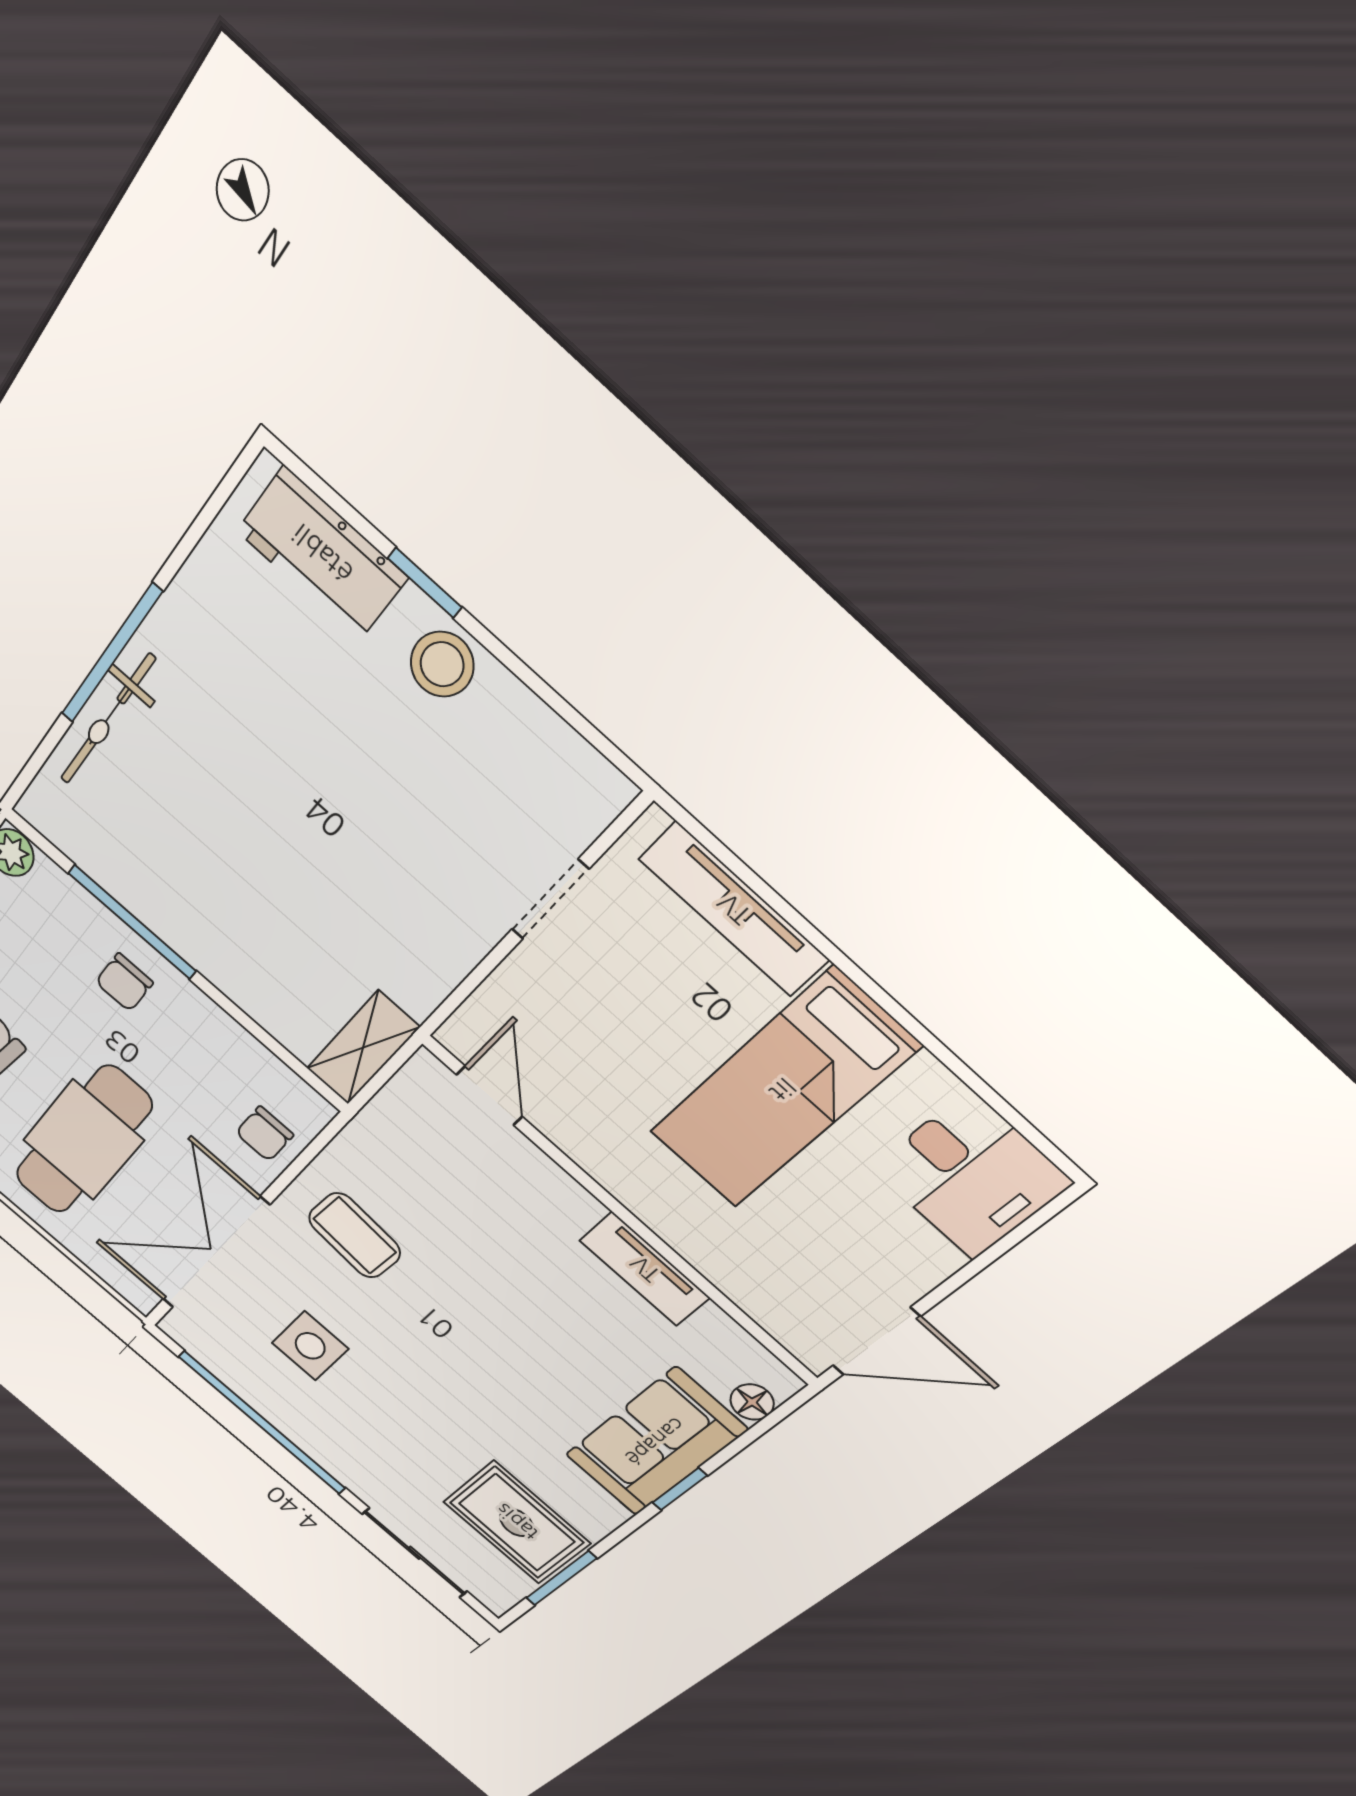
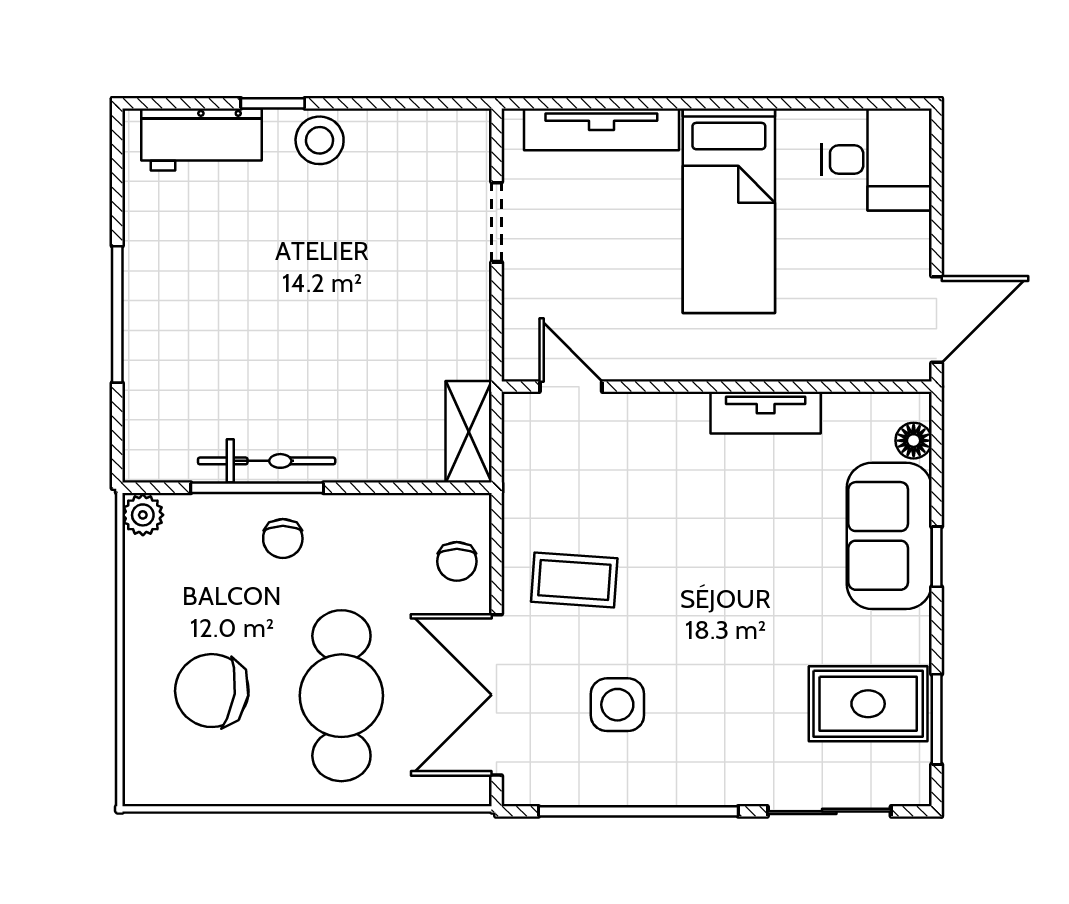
bicycle: (108, 719) -> (267, 461), moved, turned -90

